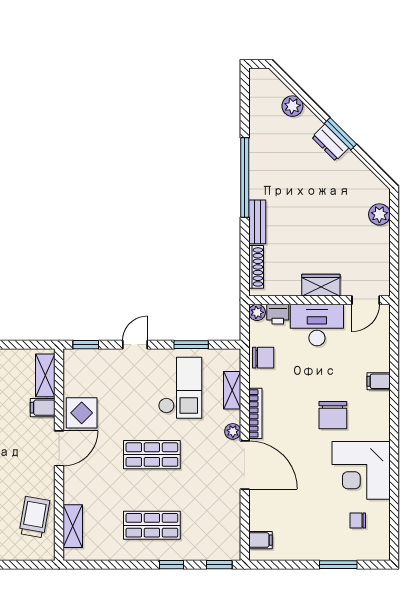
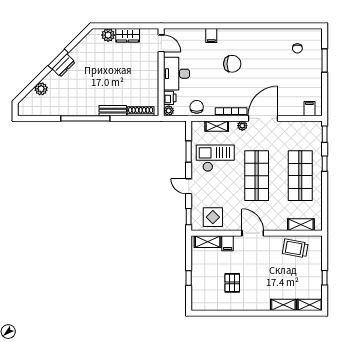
wardrobe: (321, 285) -> (128, 35), moved, turned -90
display table: (82, 413) -> (213, 217), moved
shop shelf: (152, 455) -> (257, 176), width x1.43, depth x1.36
corner desk: (361, 470) -> (266, 46), removed
shop shelf: (152, 525) -> (300, 176), width x1.43, depth x1.36

